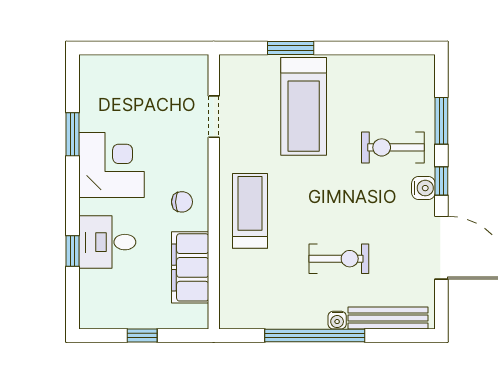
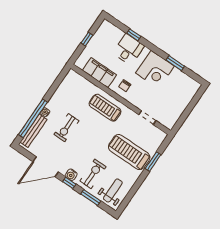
weight bench: (399, 87) -> (113, 190), added
treadmill: (250, 211) -> (105, 108), turned 180
window: (315, 336) -> (33, 118), moved

